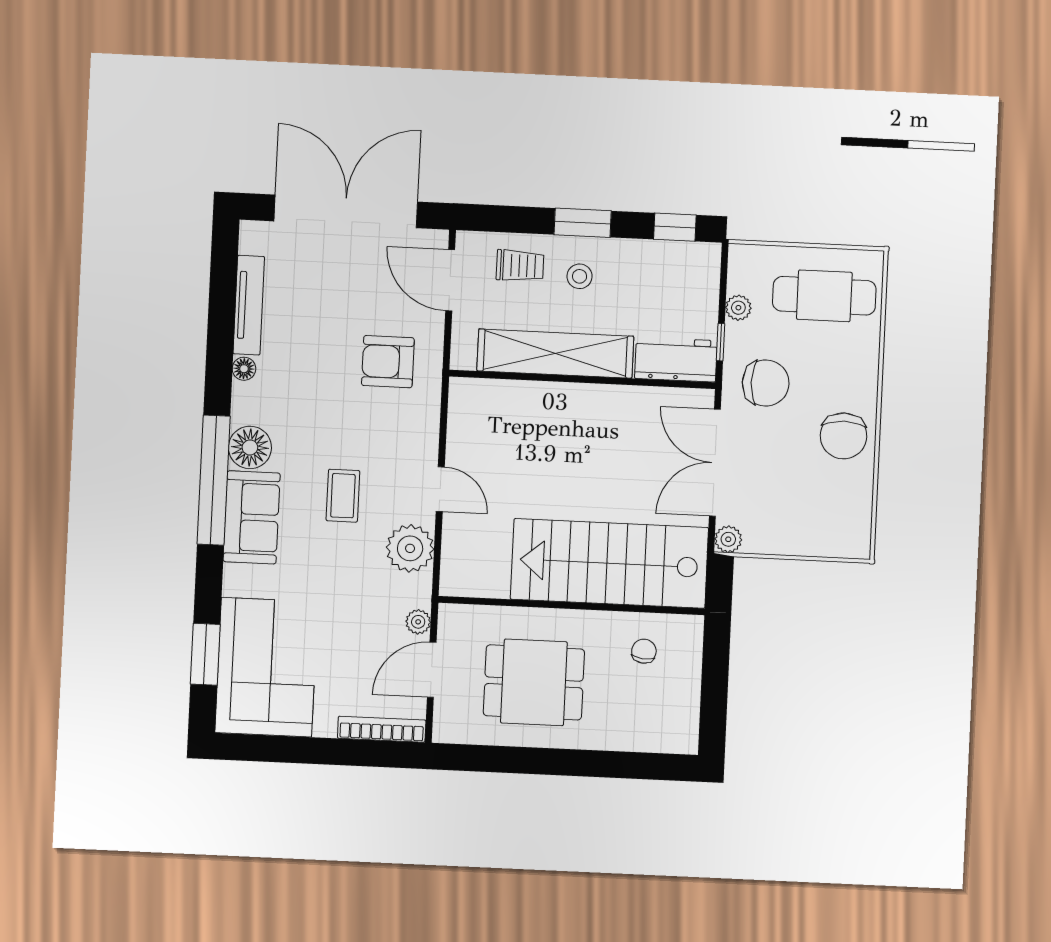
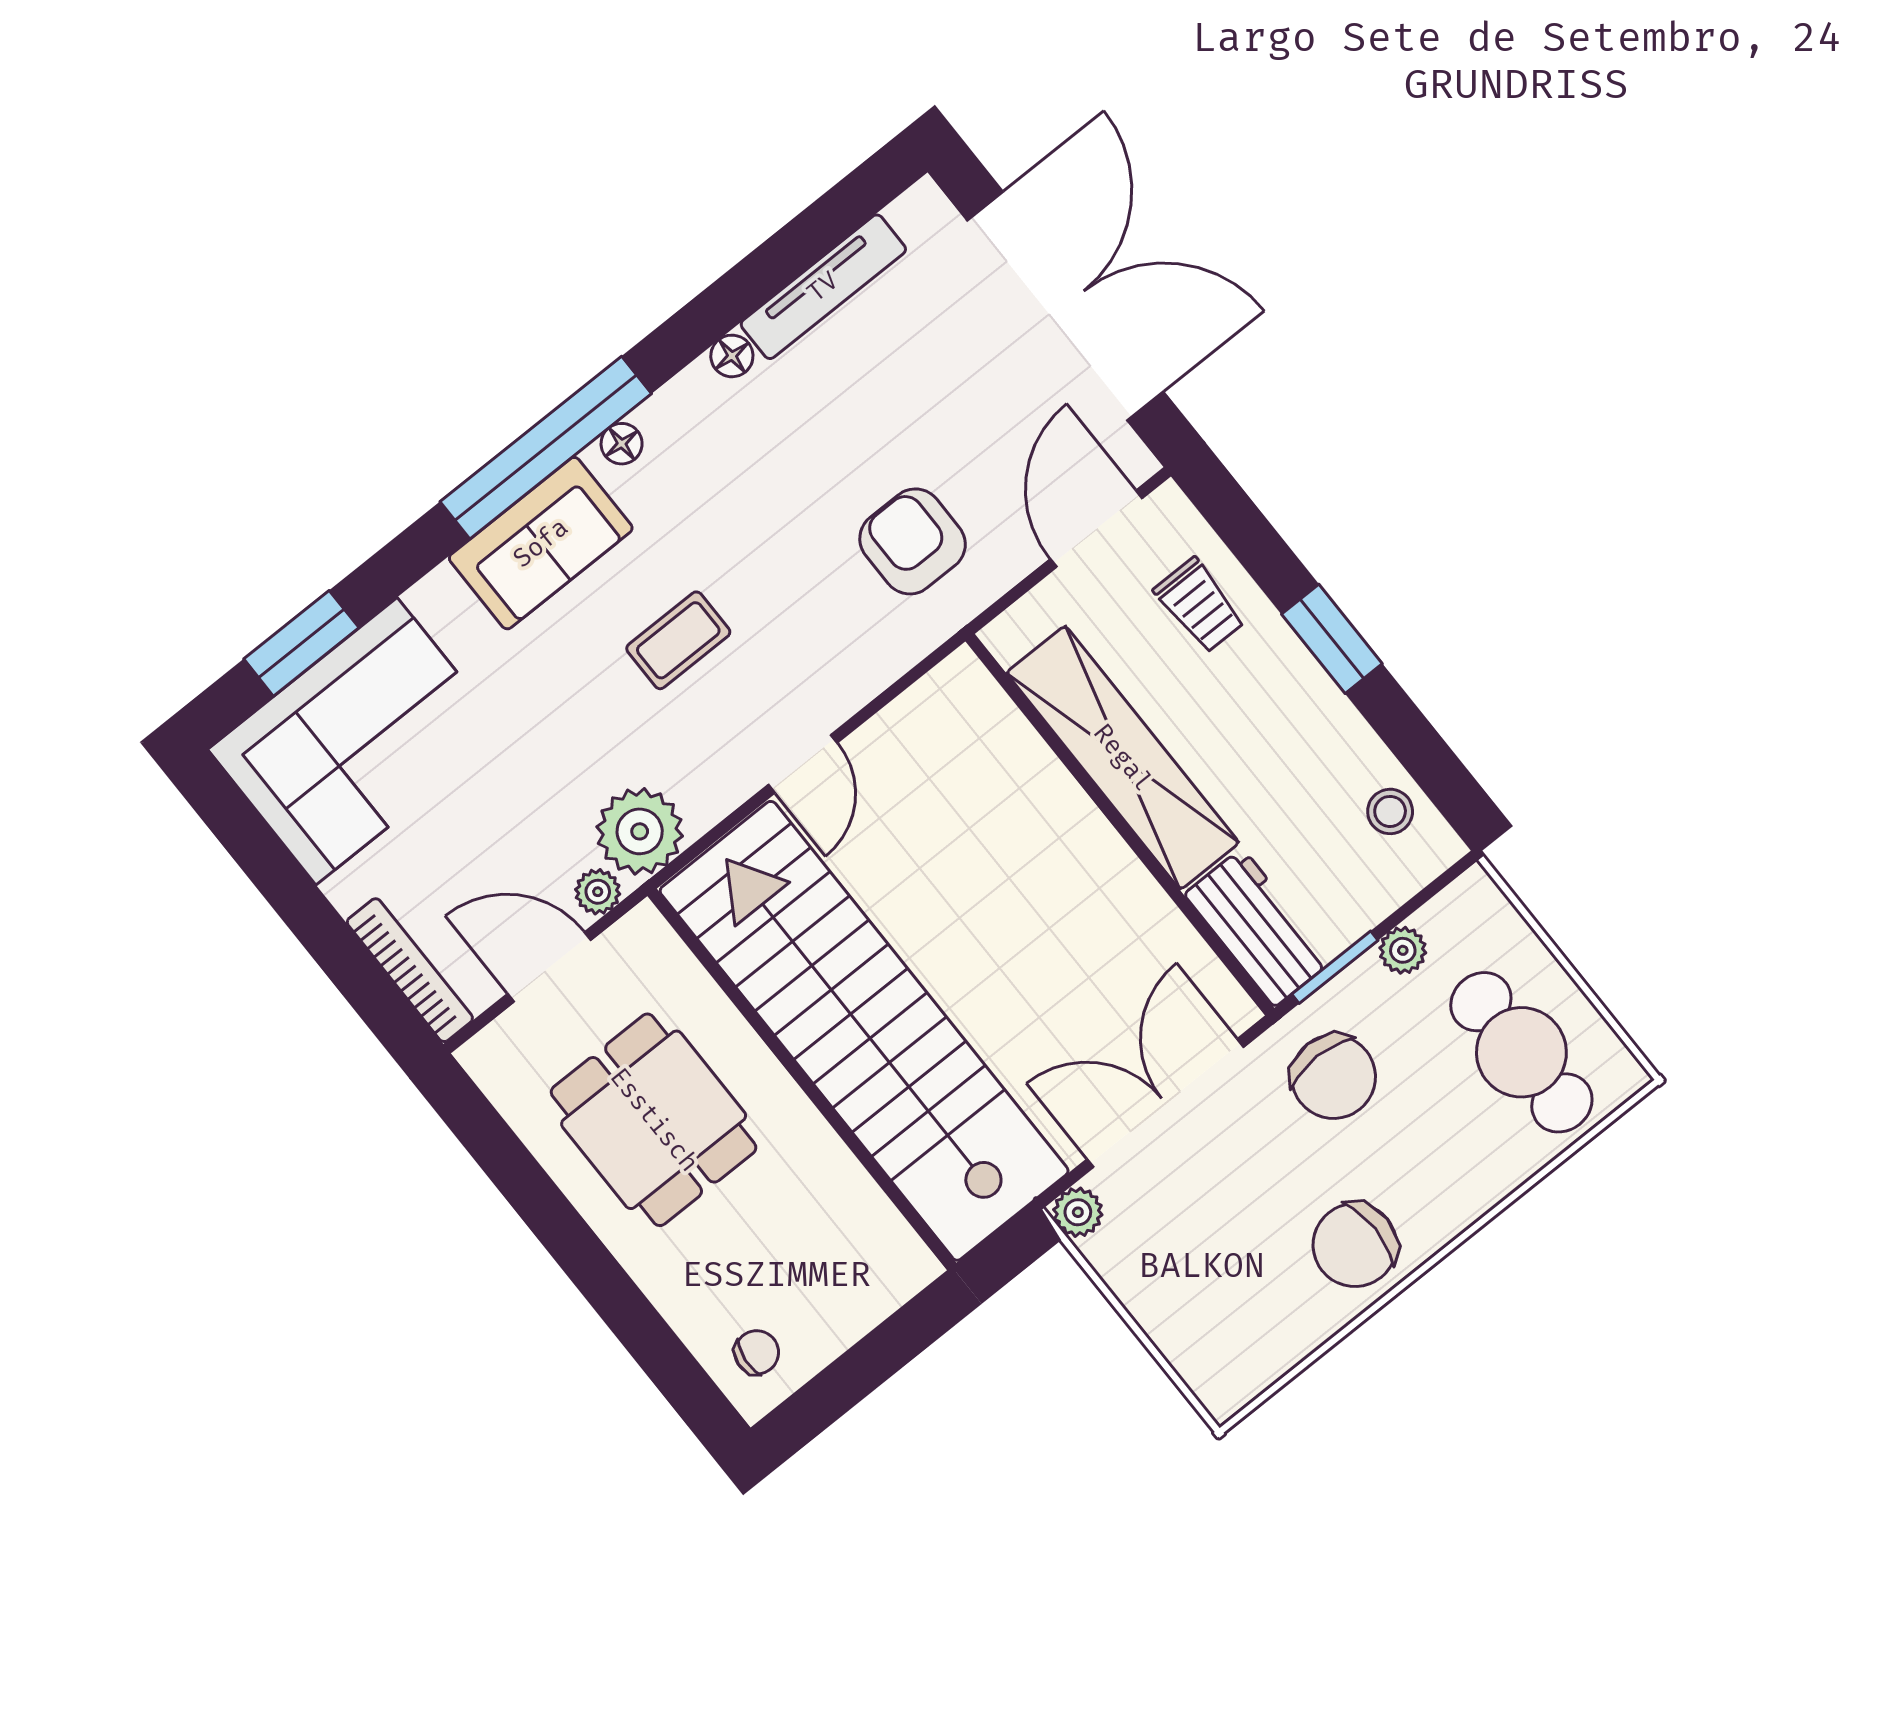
window: (675, 227) -> (1436, 769), removed
stool: (580, 276) -> (1390, 811), moved
window: (721, 342) -> (1335, 967), width x1.50
floor lamp: (250, 447) -> (622, 444), width x0.53, depth x0.53
plant: (410, 548) -> (640, 831), moved
stairs: (609, 563) -> (864, 1031), width x1.36
chair: (644, 651) -> (757, 1352), moved

